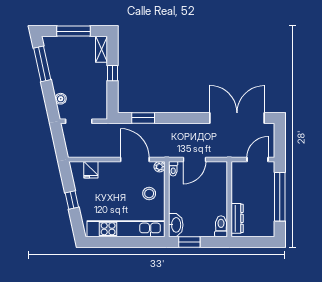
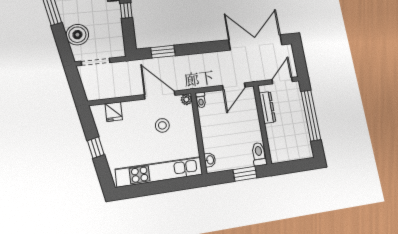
boiler: (61, 99) -> (77, 35), width x1.86, depth x1.86
door: (194, 159) -> (234, 86), moved
stool: (149, 194) -> (162, 125), moved
dresser: (237, 218) -> (267, 107), moved
washbasin: (176, 225) -> (210, 160), width x0.52, depth x0.69
window: (189, 242) -> (245, 174), moved

